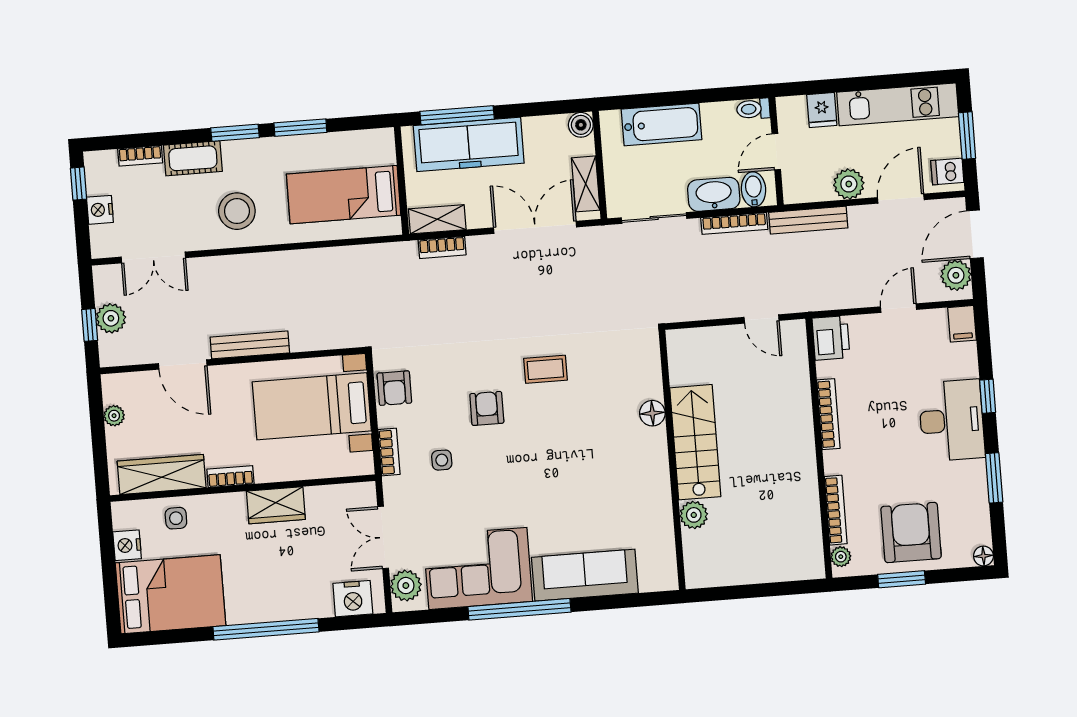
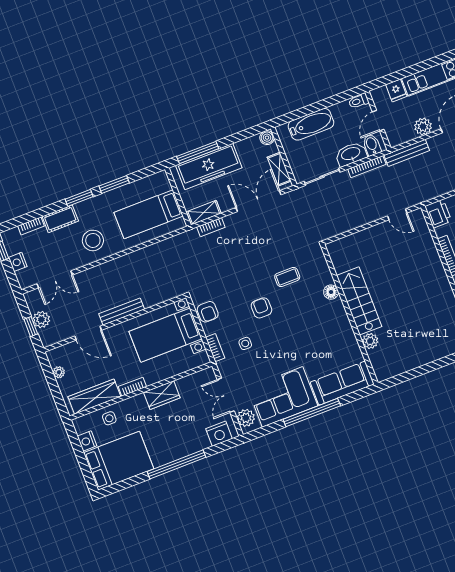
floor lamp: (652, 413) -> (331, 292), moved
stairs: (695, 442) -> (359, 301), moved
wall: (672, 460) -> (349, 314), moved
plant: (694, 515) -> (370, 341), moved

